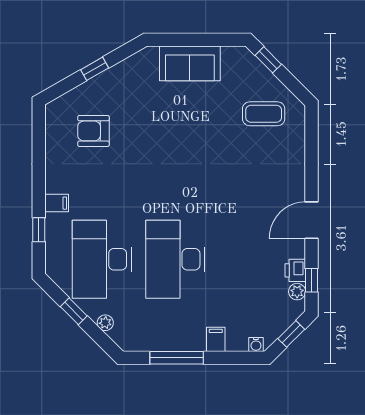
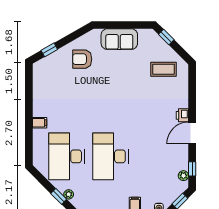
window: (95, 69) -> (49, 50), moved
armchair: (93, 131) -> (82, 59), moved
window: (39, 230) -> (29, 139), removed
printer: (295, 270) -> (182, 115), moved
window: (74, 311) -> (59, 196), moved

